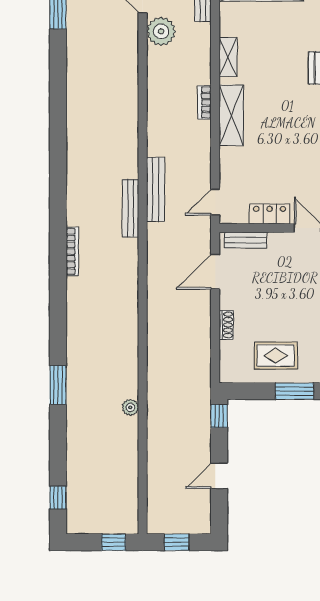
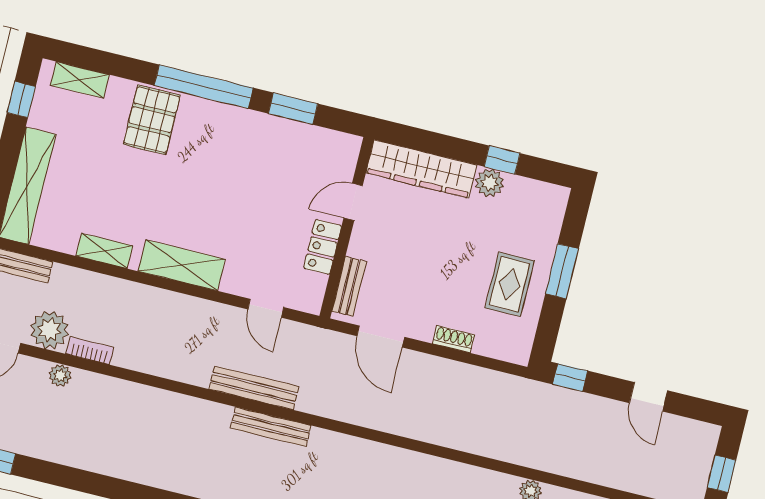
plant: (130, 47) -> (60, 375), added
bookcase: (204, 102) -> (90, 351), moved, turned 180
door: (215, 202) -> (266, 308), moved

